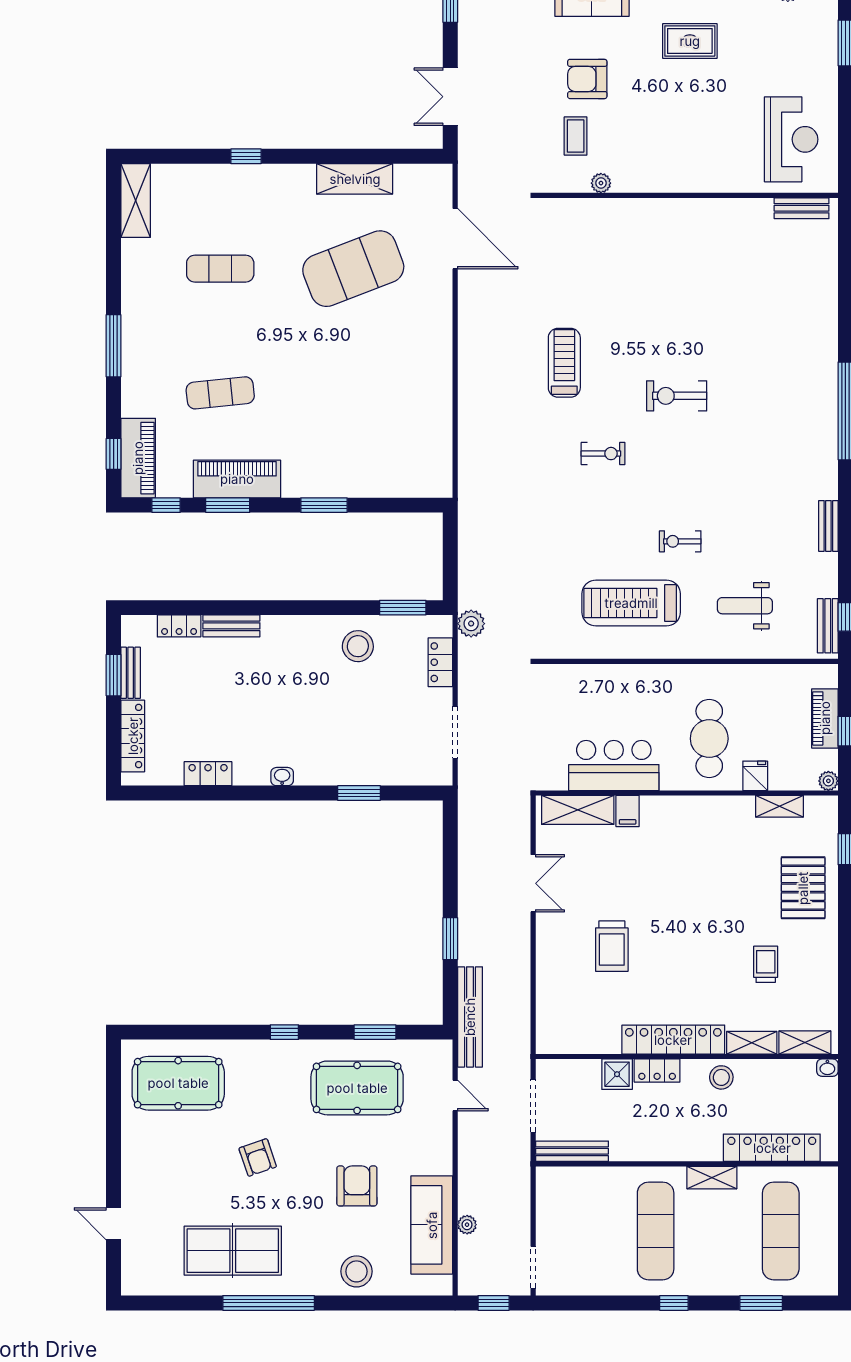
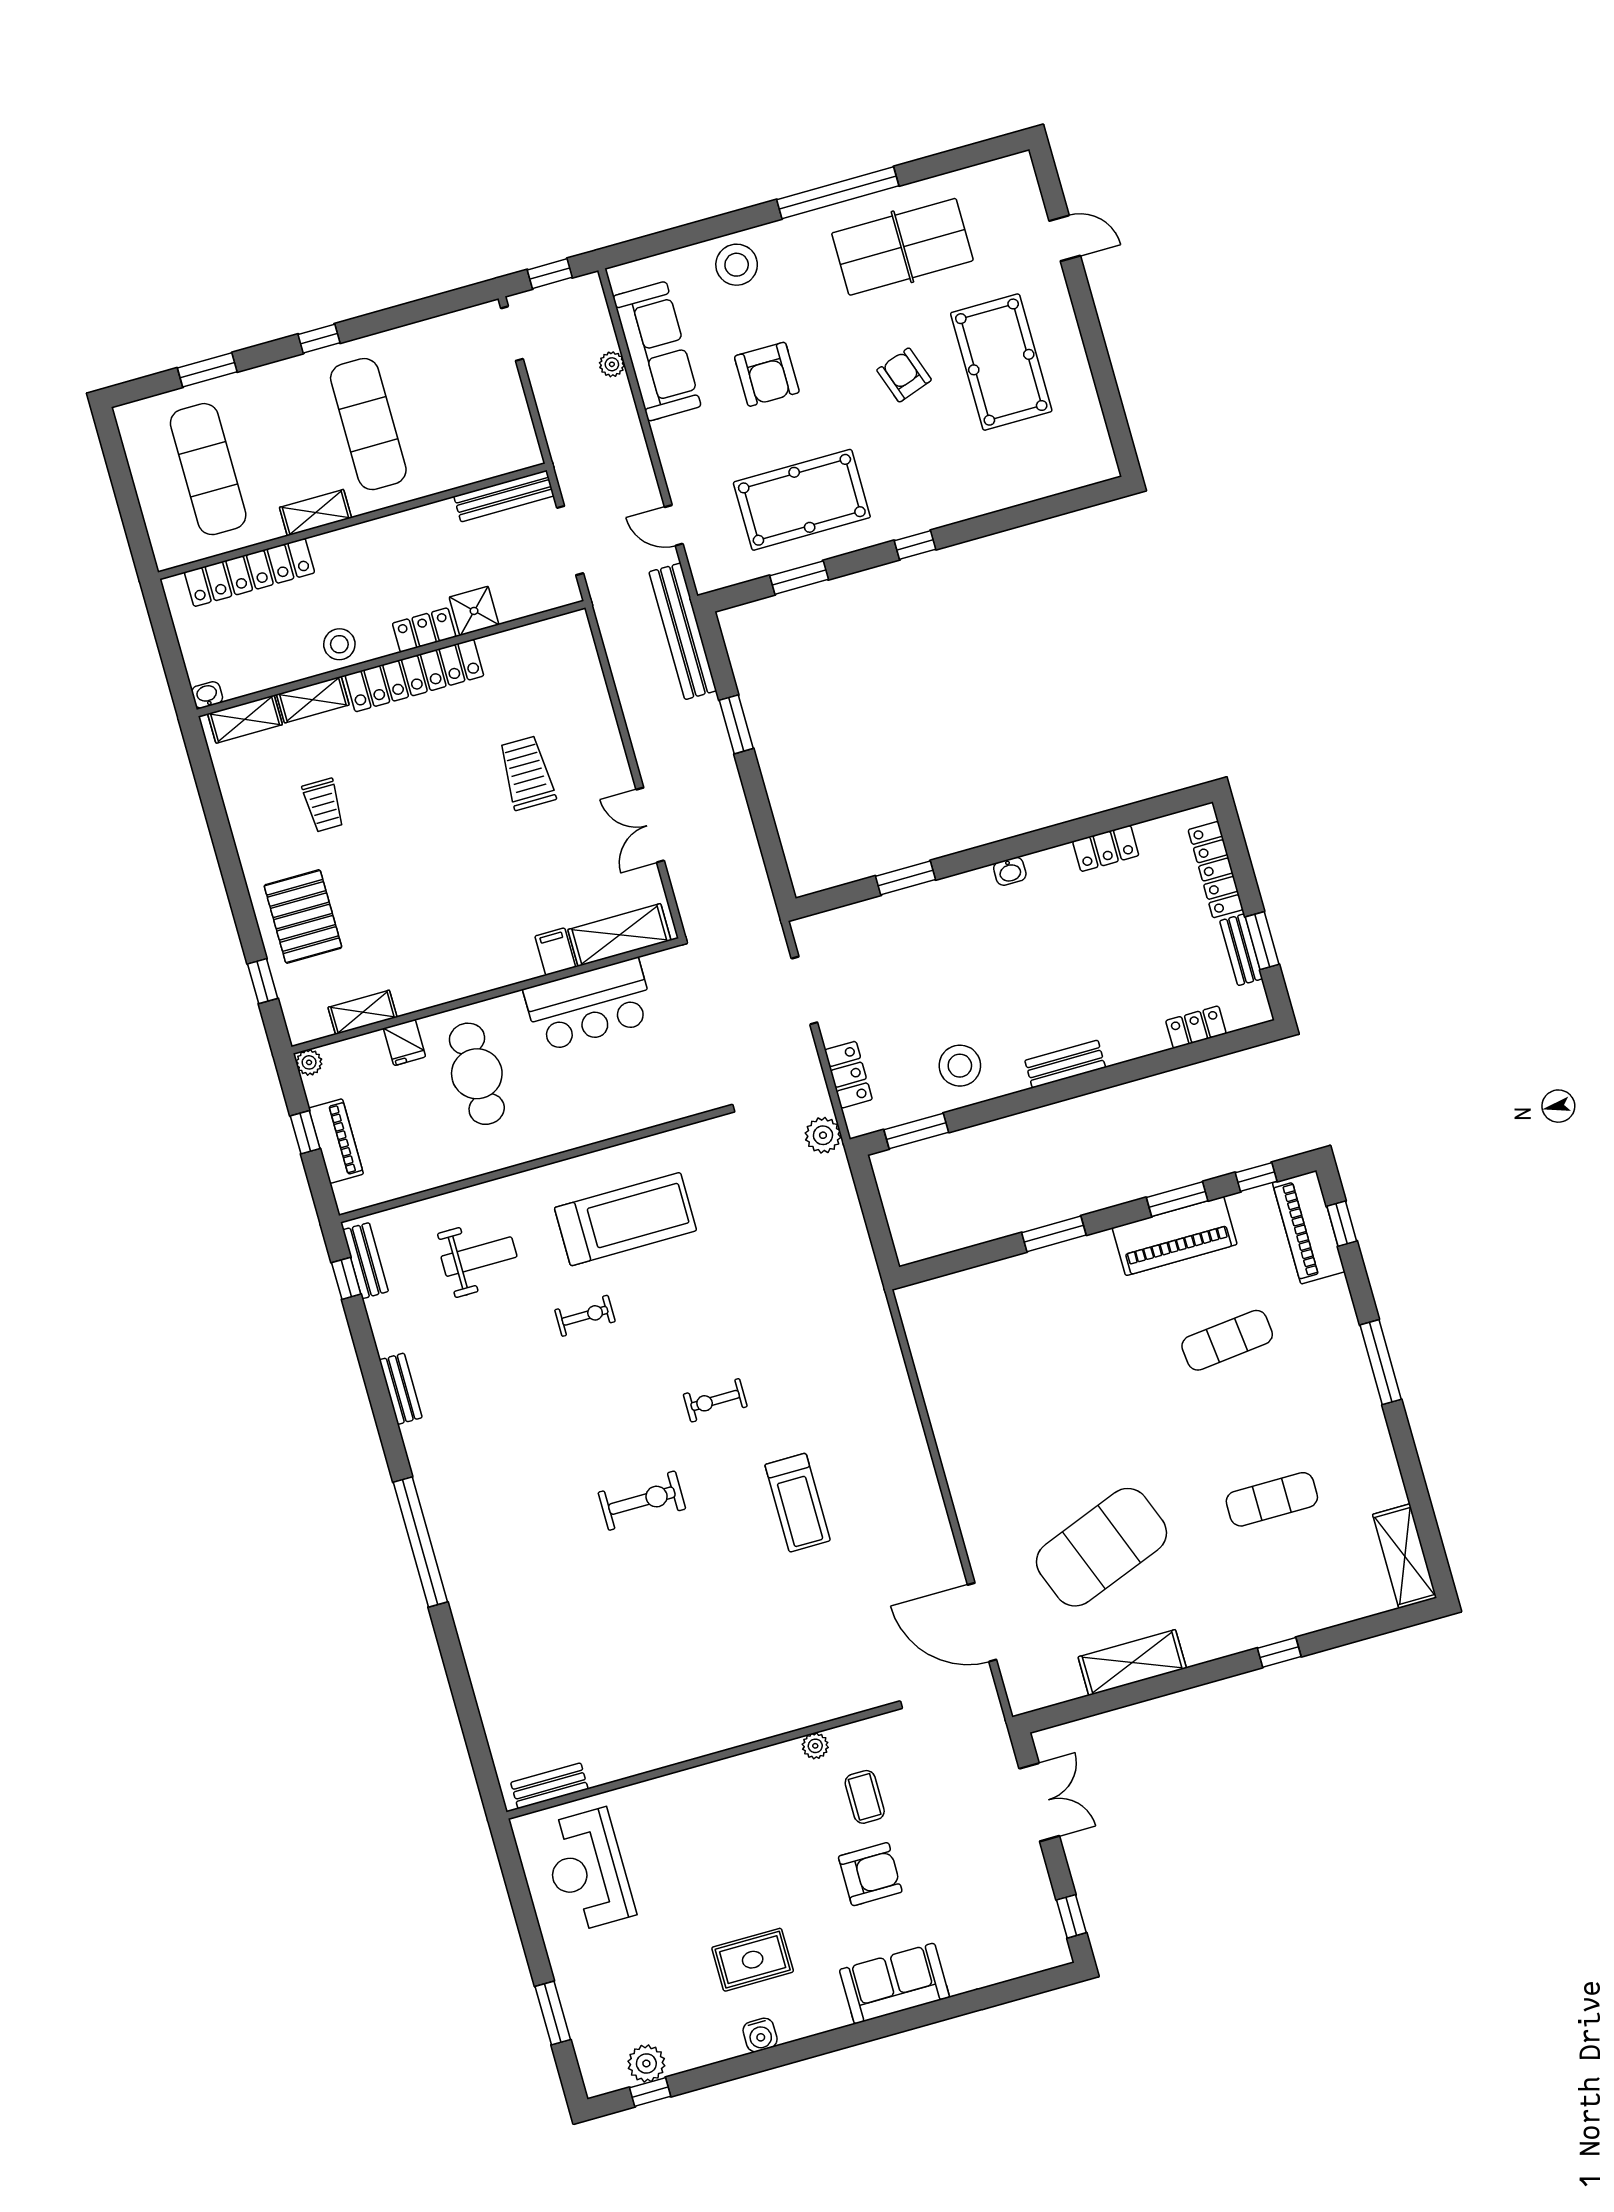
bench: (231, 626) -> (1065, 1064), moved
pool table: (178, 1083) -> (1001, 362), moved, turned 90

